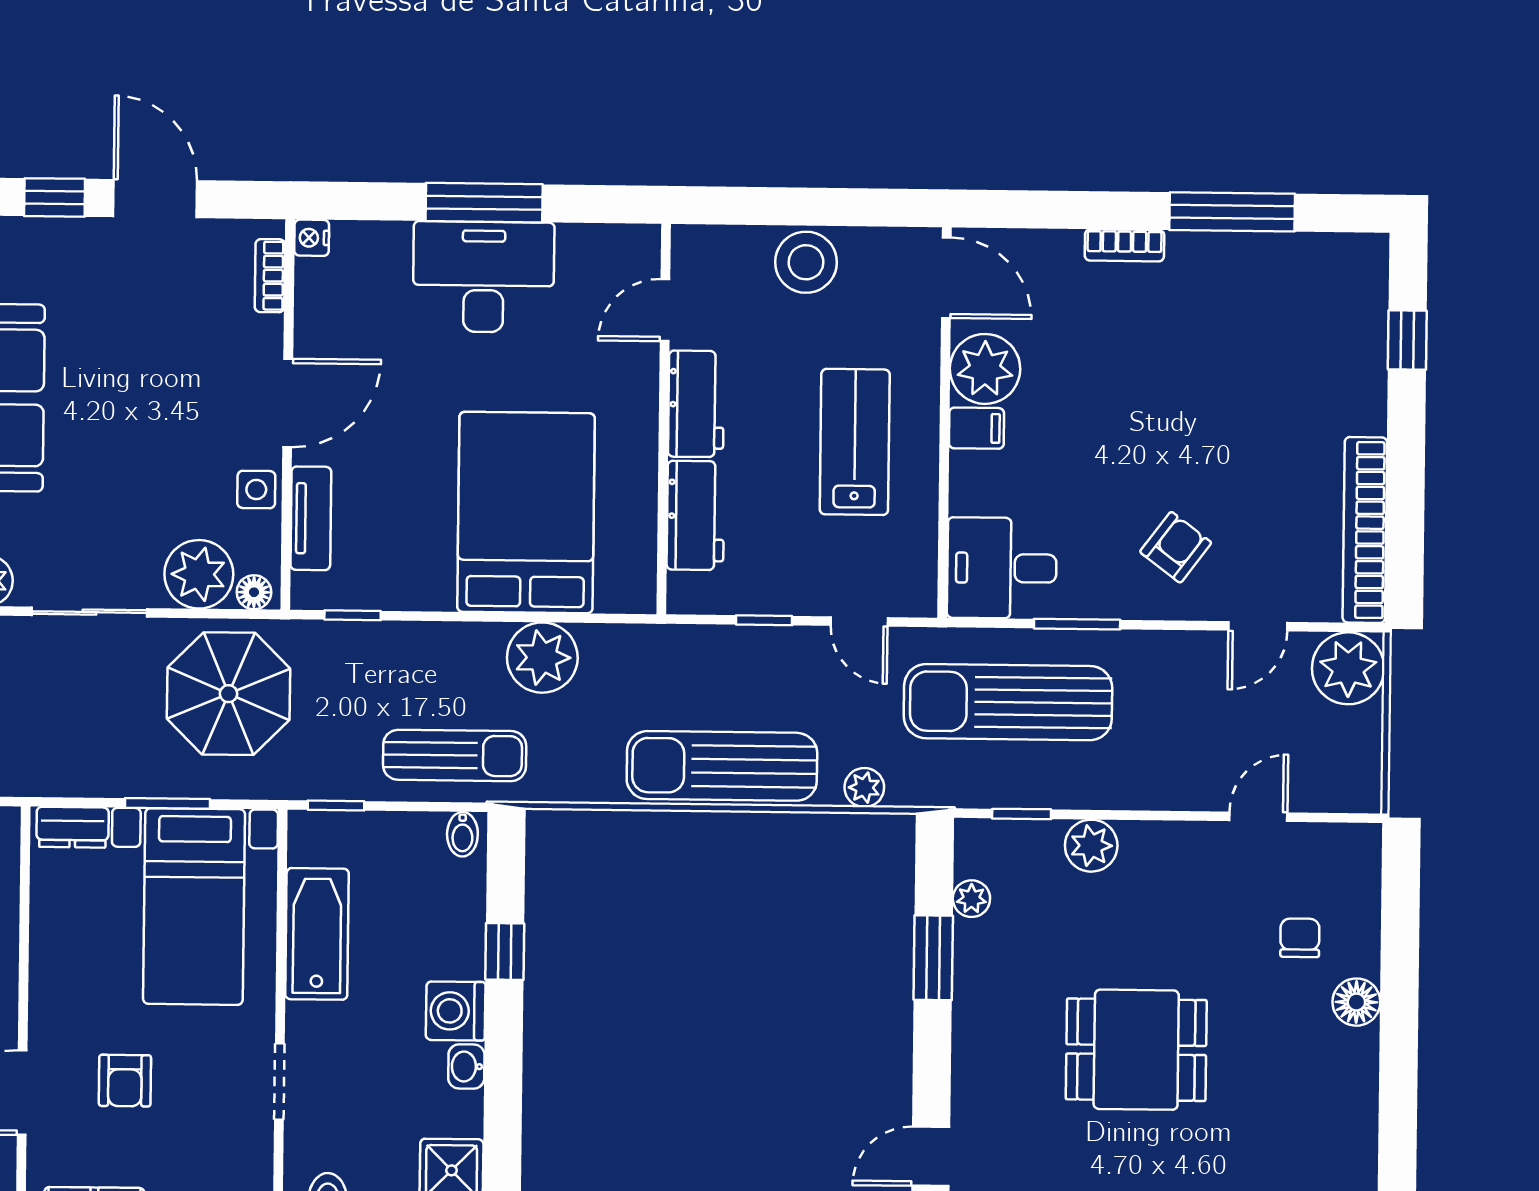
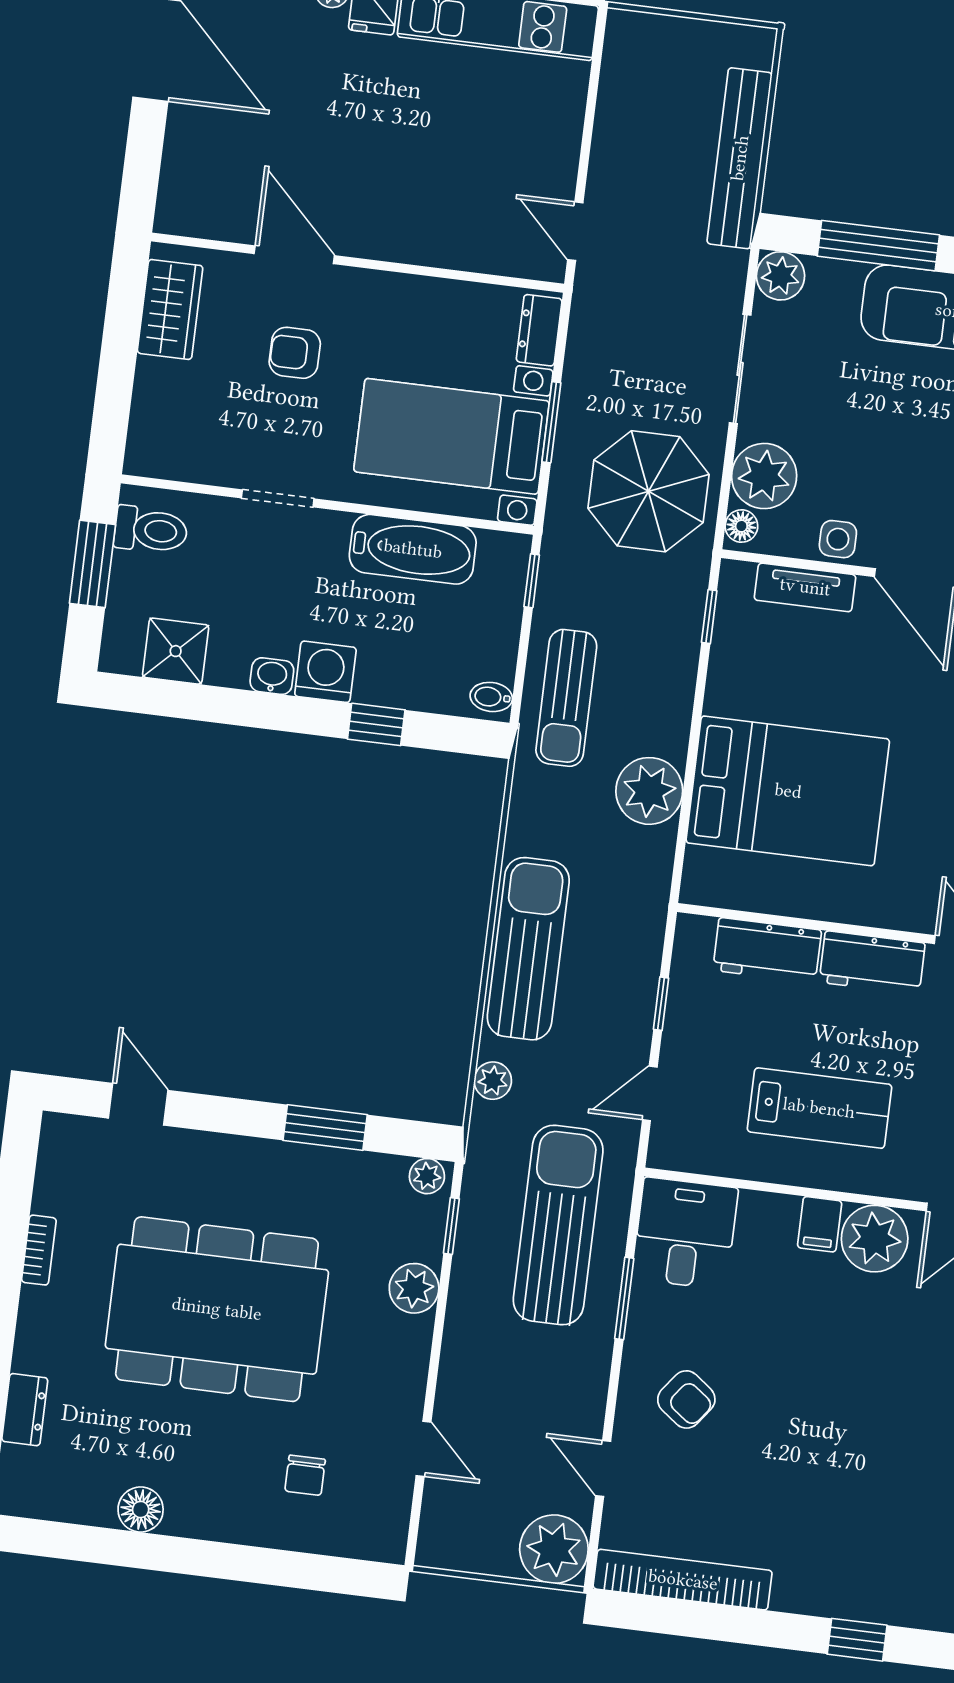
plant: (971, 899) -> (427, 1176), moved
chair: (1300, 938) -> (305, 1475), turned 90
floor lamp: (1356, 1002) -> (141, 1510), moved
dining table: (1136, 1050) -> (217, 1309), width x1.88, depth x1.24

